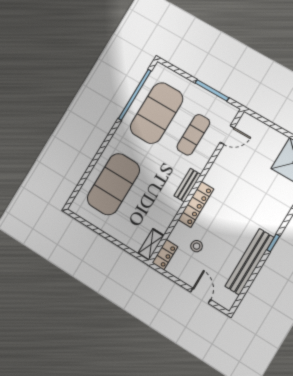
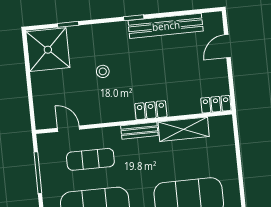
locker: (196, 204) -> (151, 110), width x0.66
shelving: (151, 245) -> (184, 129), moved, width x1.50, depth x1.33
stool: (197, 246) -> (103, 71), moved

